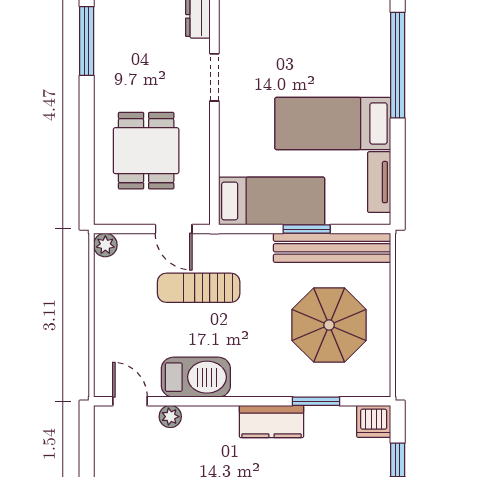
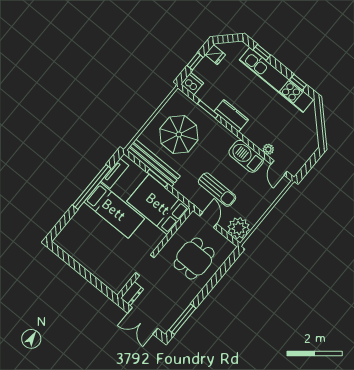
window: (398, 65) -> (92, 187), moved
bed: (272, 201) -> (158, 204), width x1.50
plant: (105, 245) -> (239, 228), width x1.88, depth x1.88

